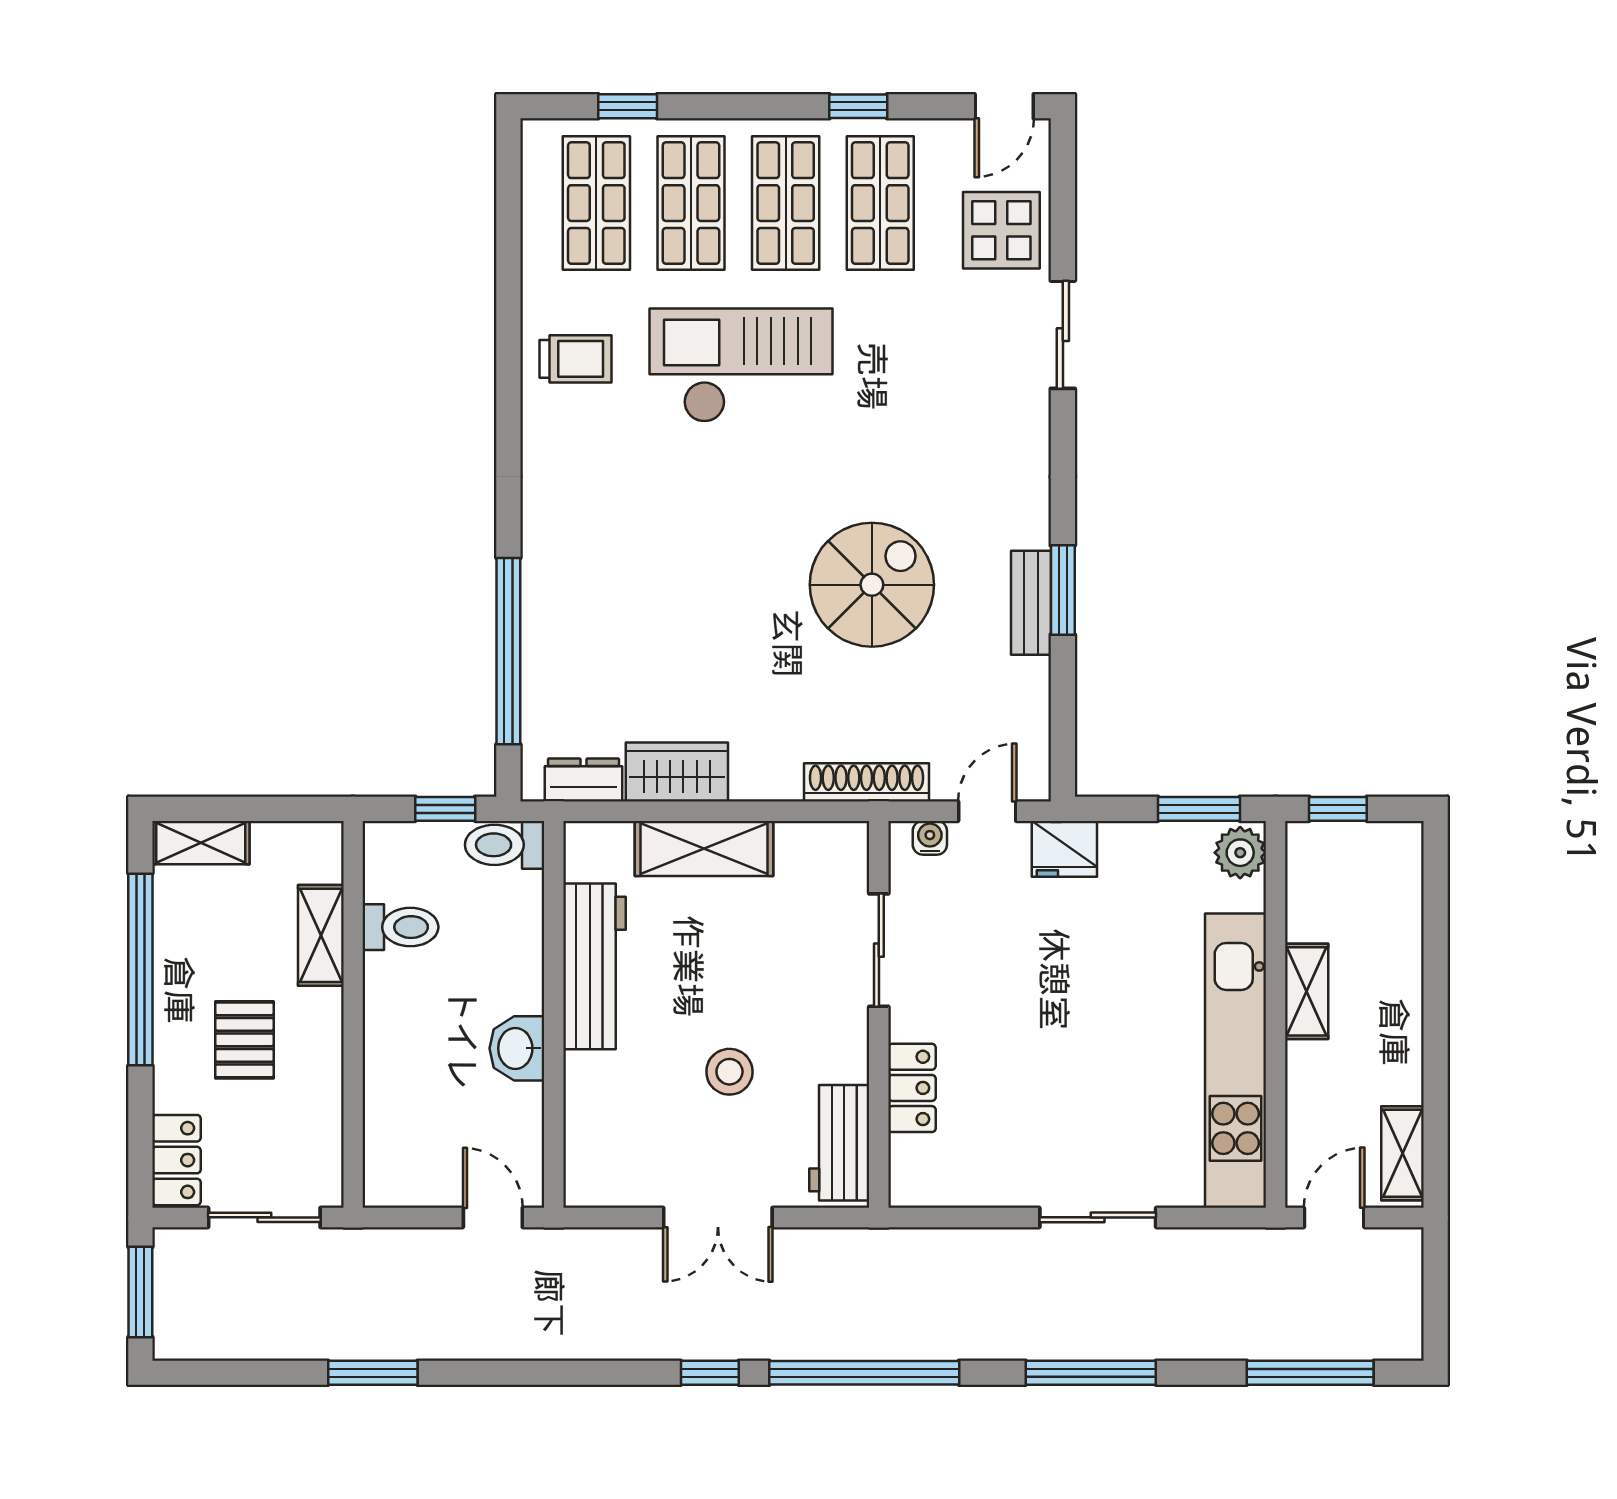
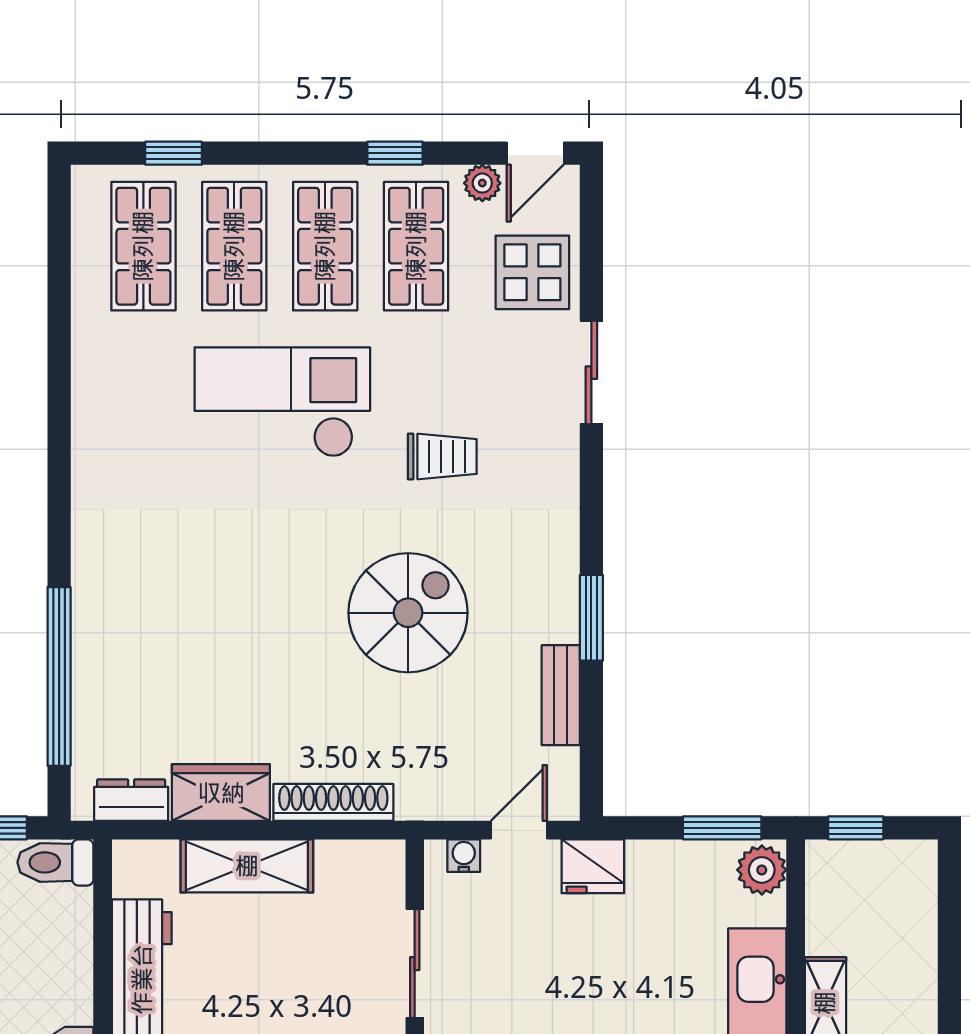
plant: (949, 137) -> (482, 183), added
trolley: (576, 359) -> (442, 457), moved
bench: (1031, 603) -> (561, 695), moved
shoe rack: (867, 782) -> (333, 802), moved

